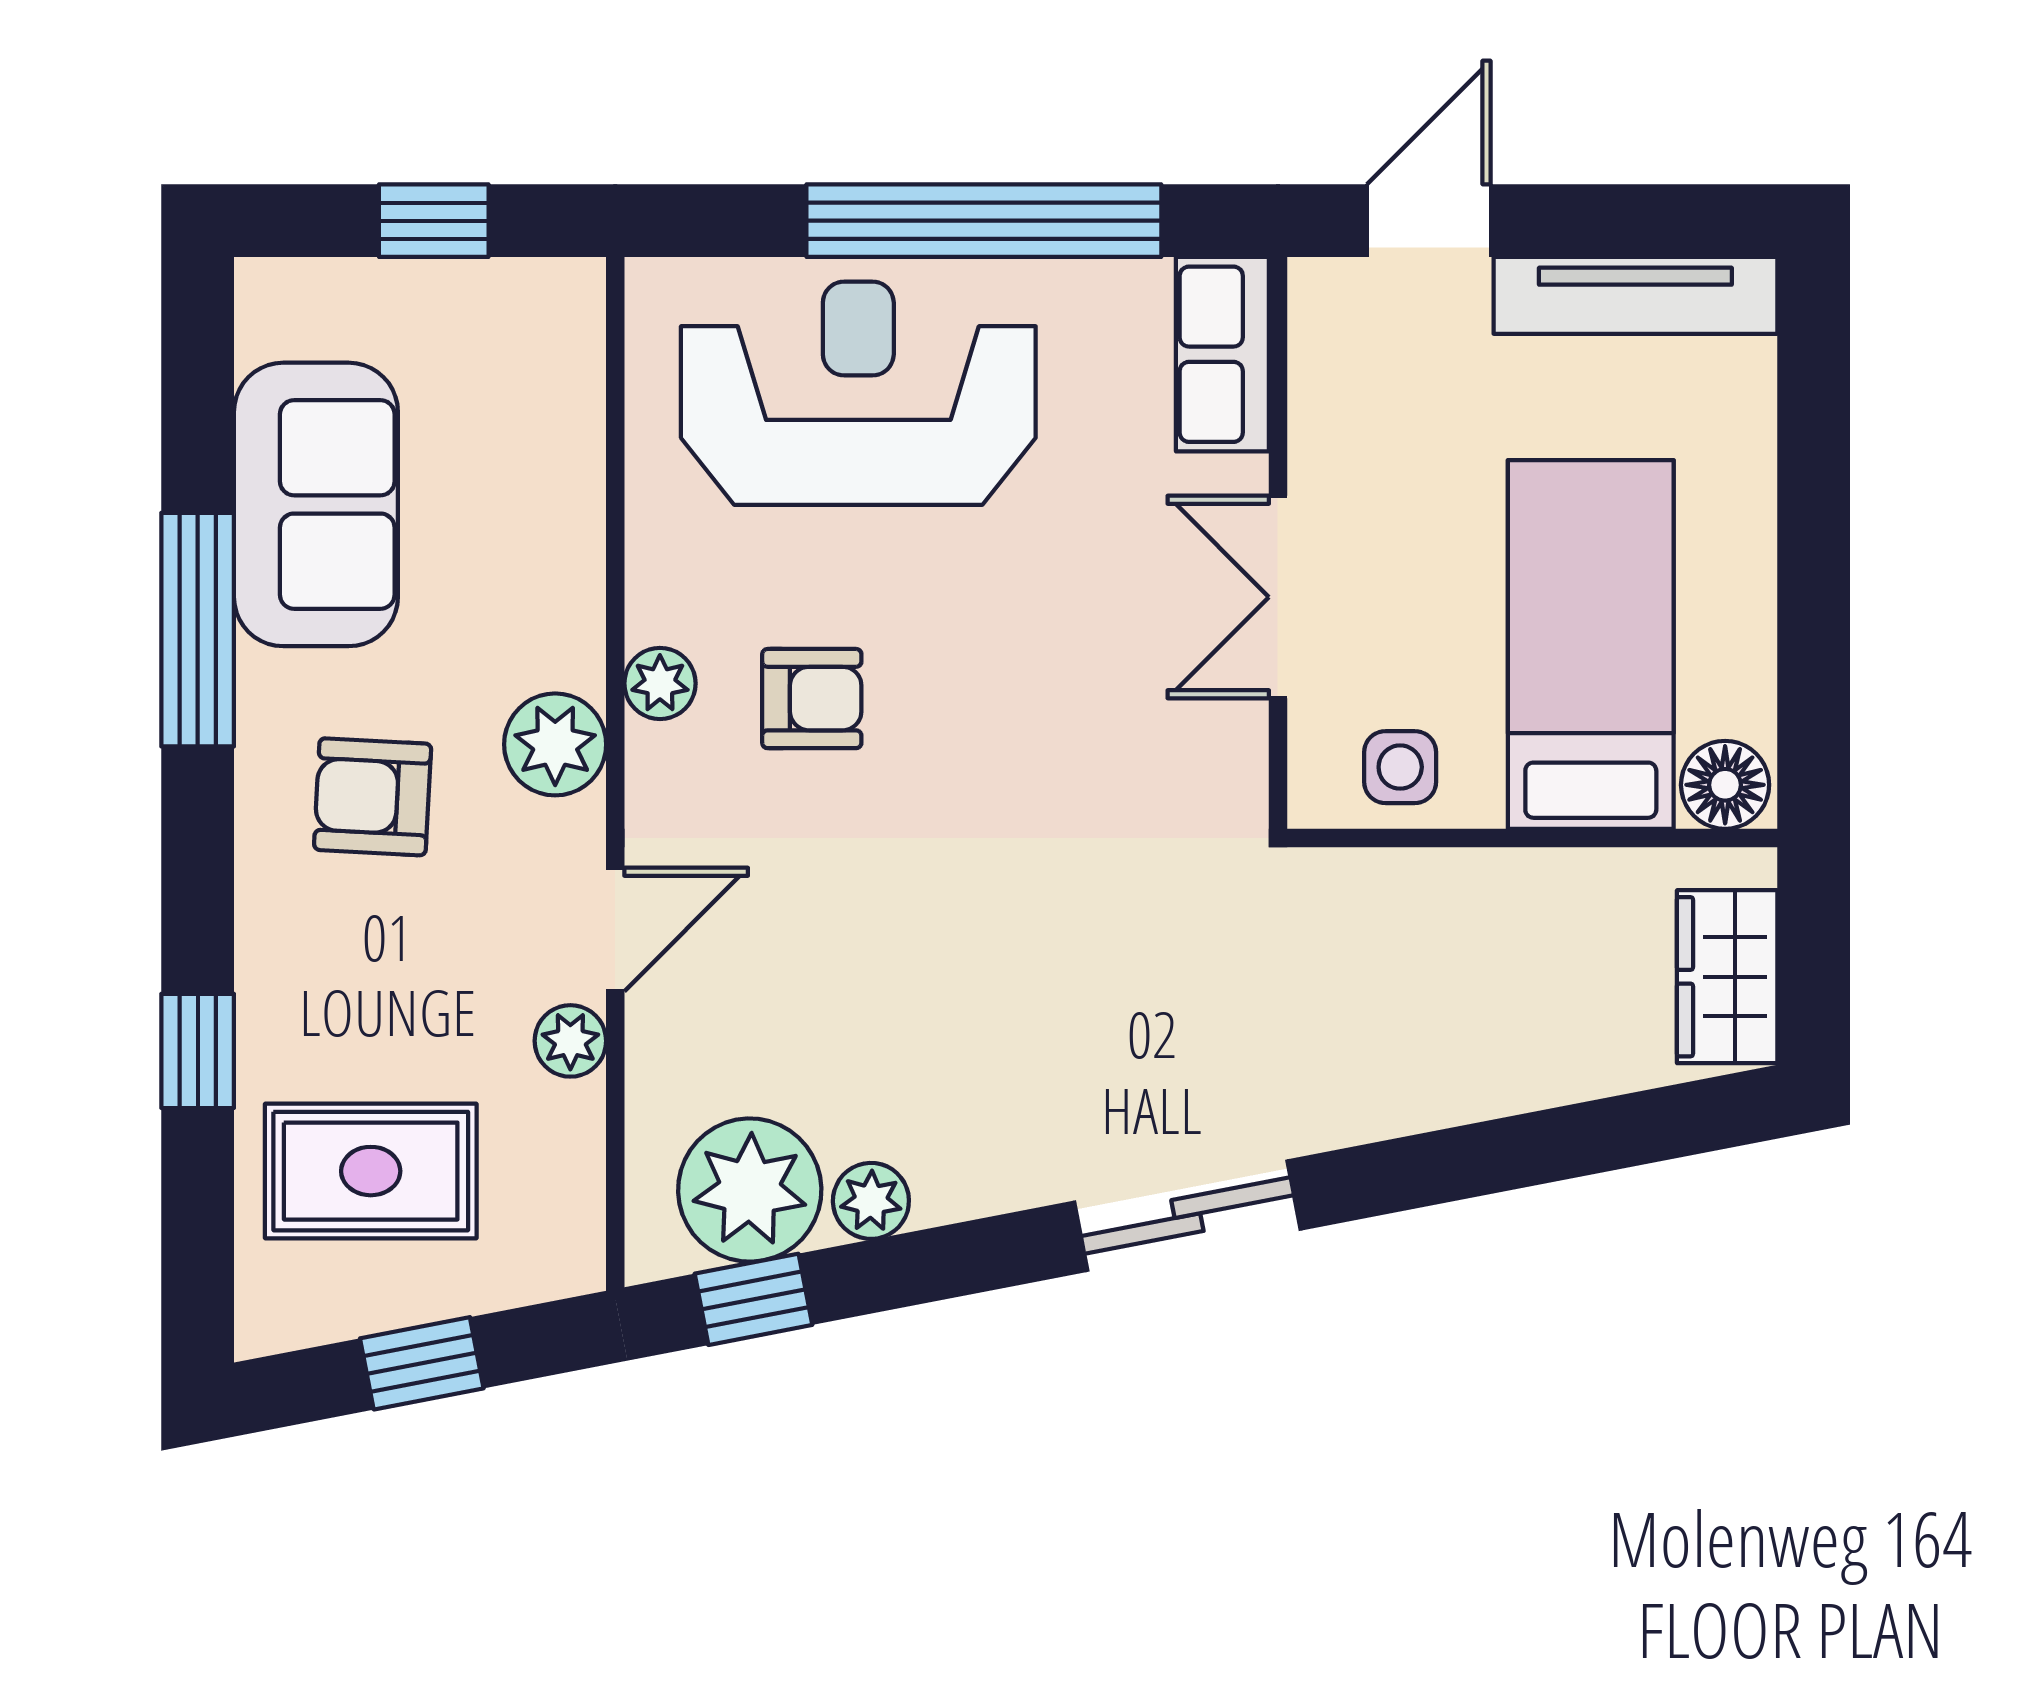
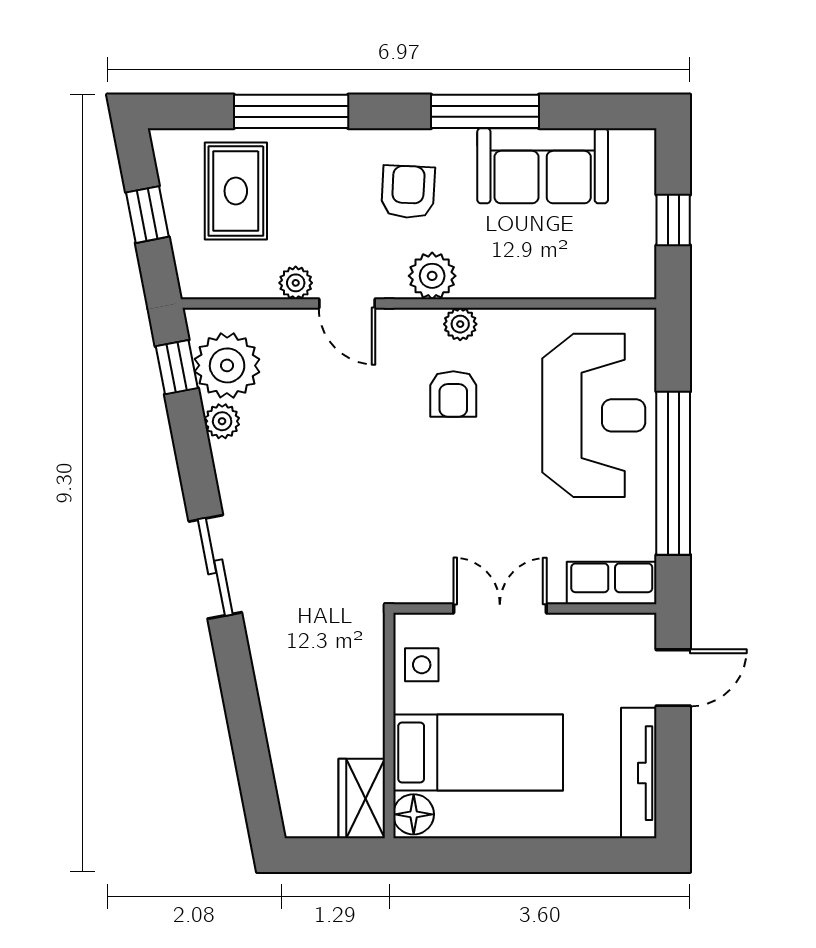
door: (1429, 221) -> (673, 678), hinge flipped
wardrobe: (1727, 977) -> (362, 799), moved, turned -90
window: (198, 1051) -> (291, 111), width x2.17

